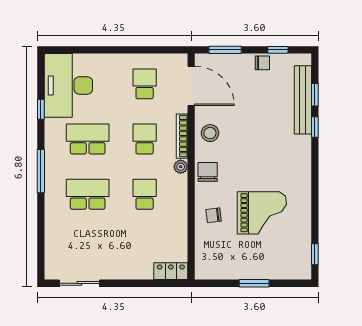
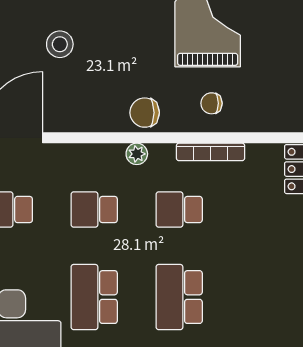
stool: (210, 133) -> (60, 44), moved
bookcase: (182, 136) -> (211, 152), moved
chair: (214, 215) -> (212, 103), turned 97

